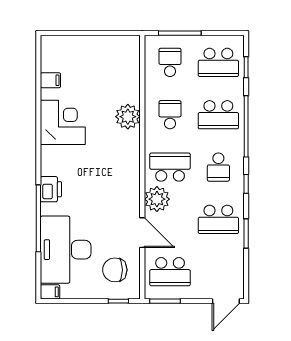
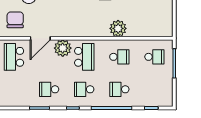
school desk: (218, 62) -> (154, 89), removed
school desk: (218, 115) -> (119, 89), width x0.54
school desk: (218, 219) -> (49, 89), width x0.54

